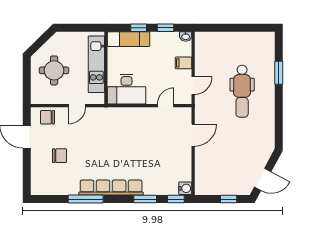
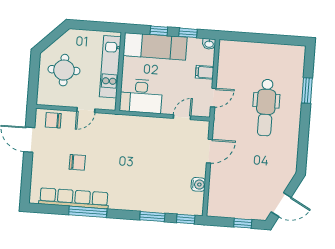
exam couch: (129, 39) -> (155, 46), width x1.36, depth x1.45
chair: (59, 156) -> (77, 162), moved
row of seats: (111, 188) -> (74, 198), moved
water cooler: (185, 188) -> (198, 184), moved

